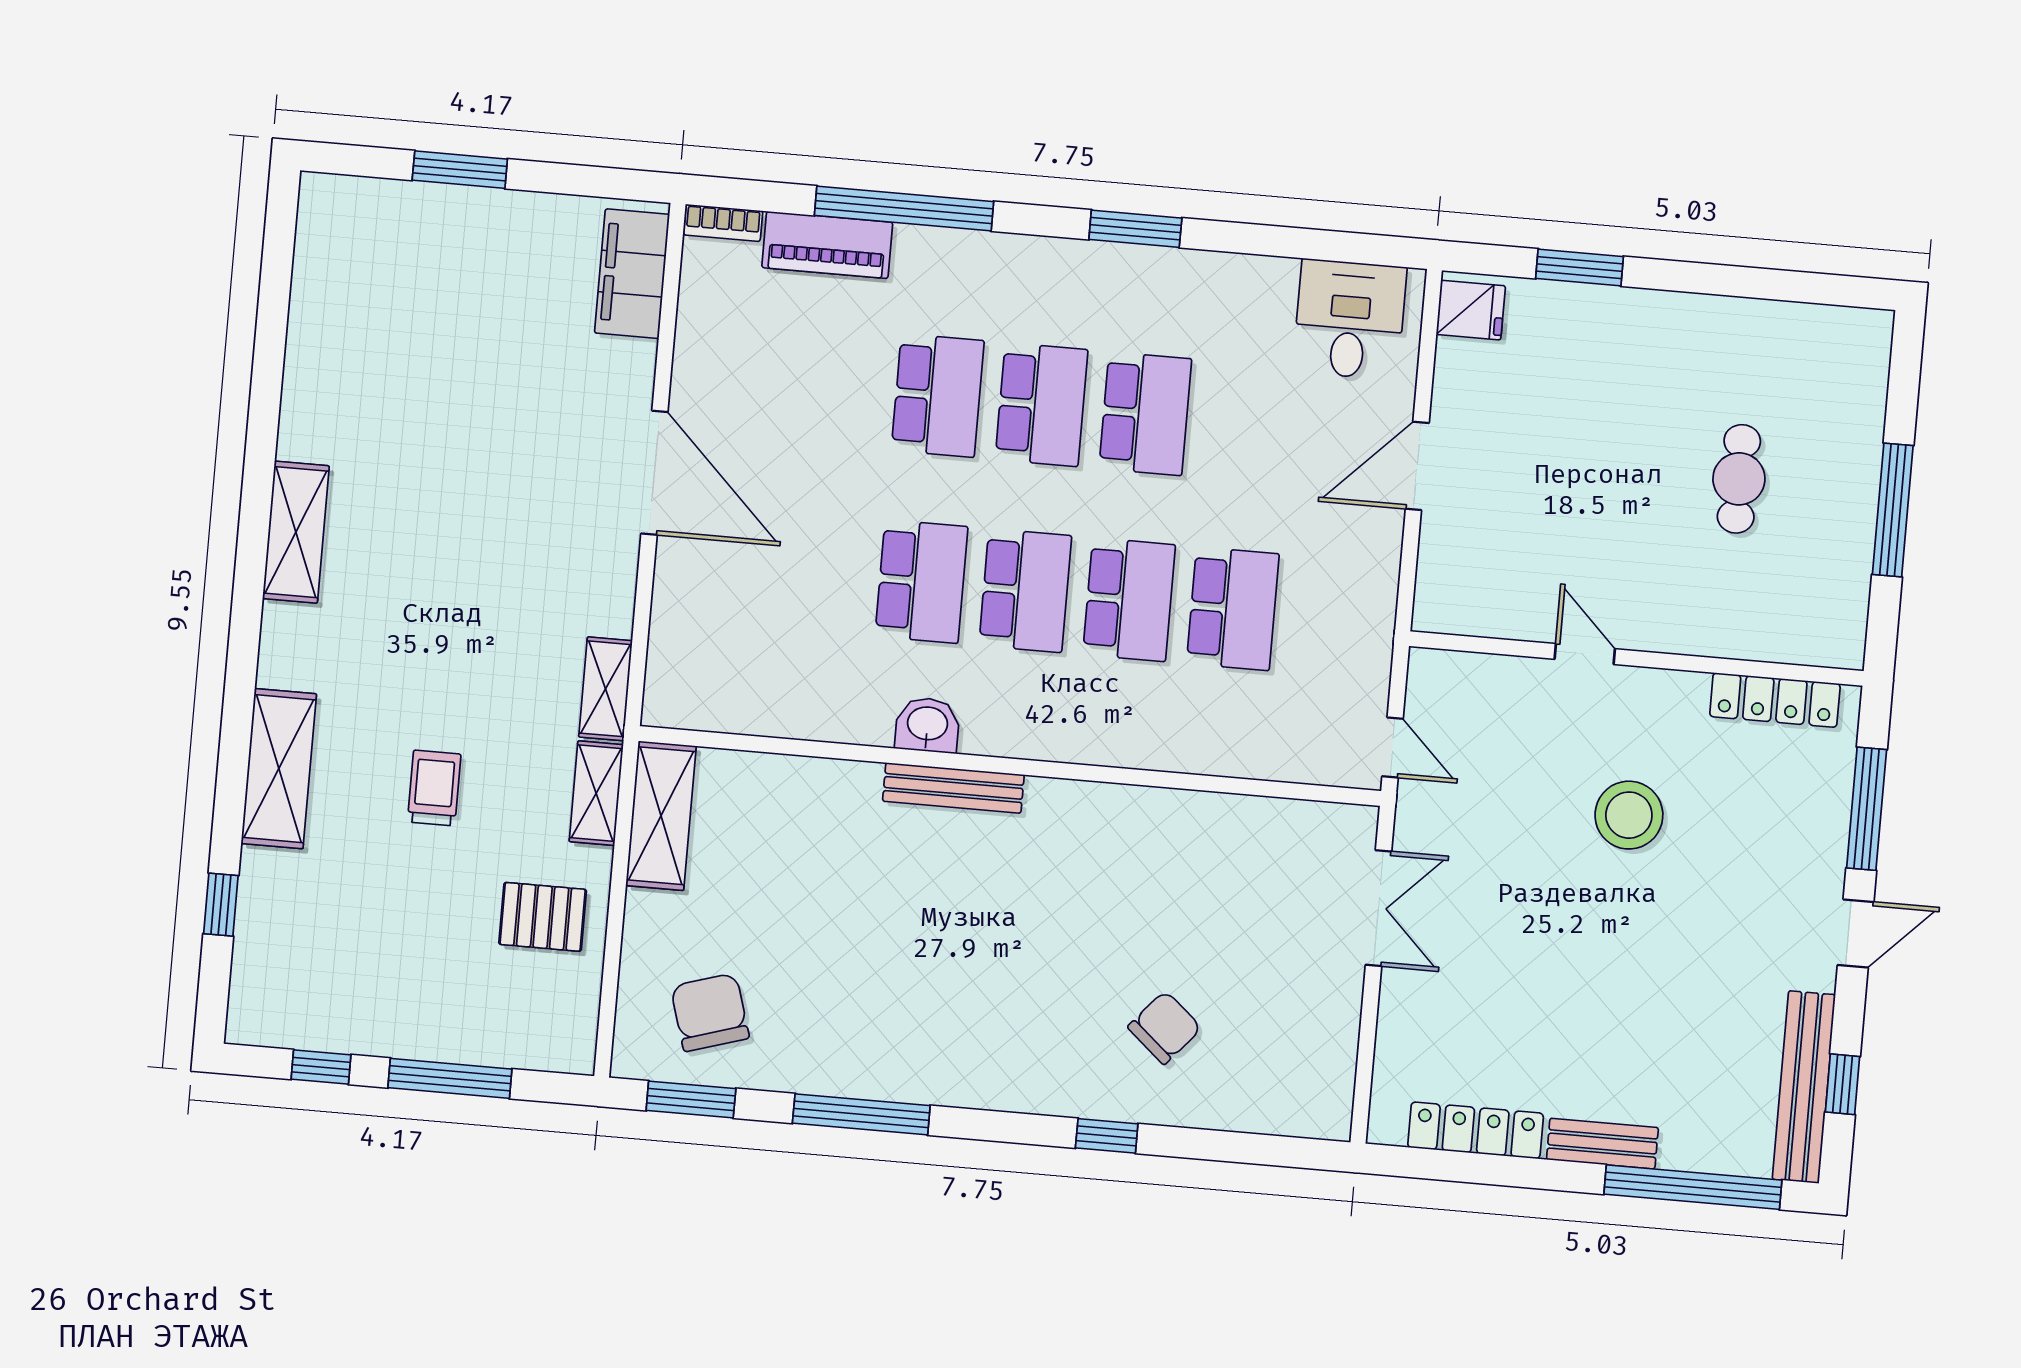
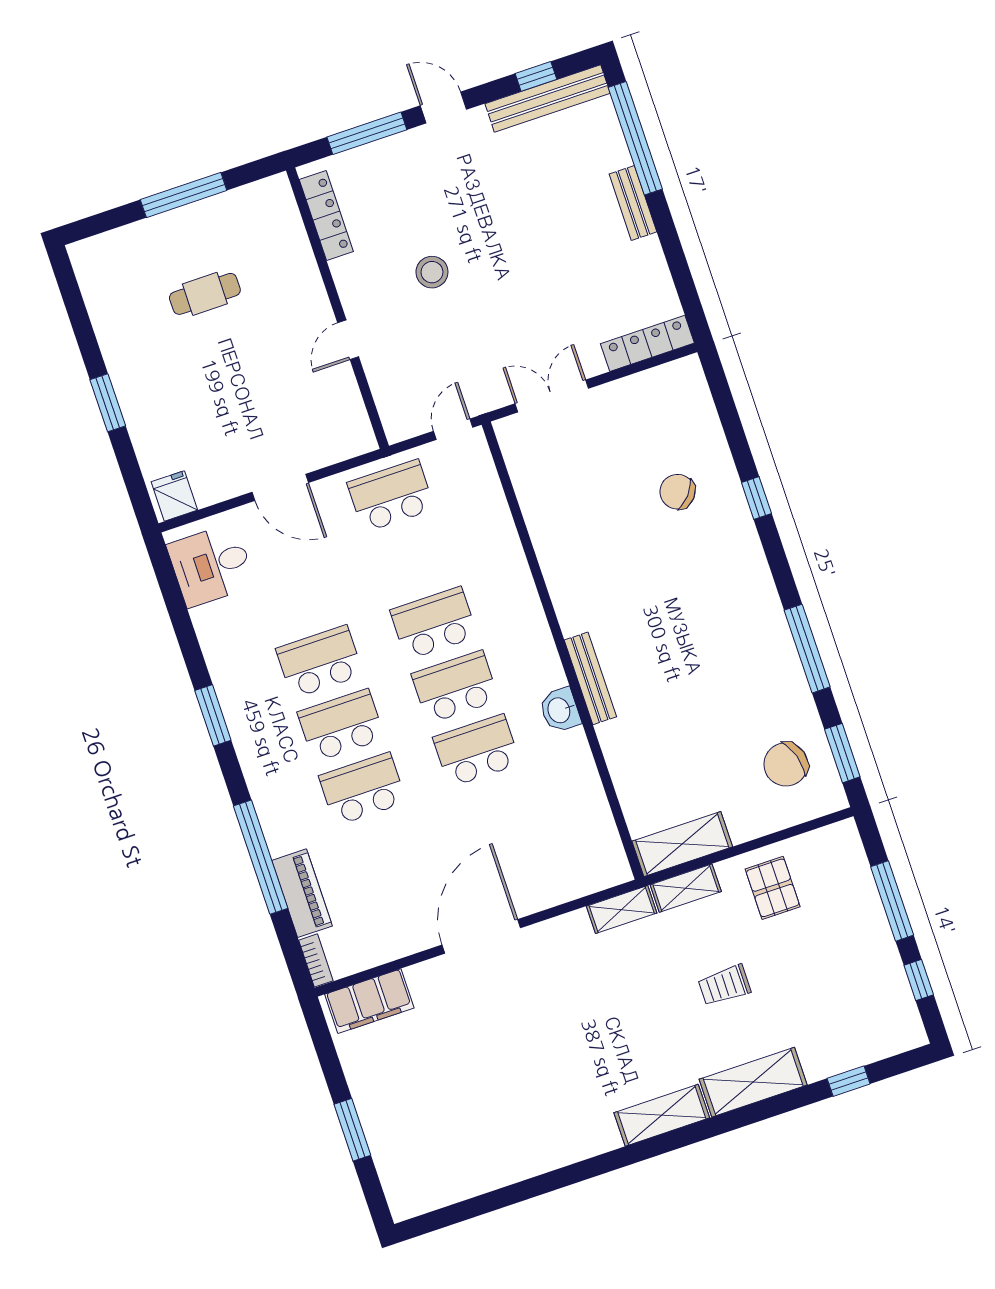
window: (1580, 268) -> (108, 403), moved
shelving: (296, 532) -> (662, 1115), moved
school desk: (1233, 609) -> (391, 496), moved
stool: (1629, 815) -> (432, 272), width x0.73, depth x0.73
locker: (1476, 1130) -> (647, 343), moved, turned 90

